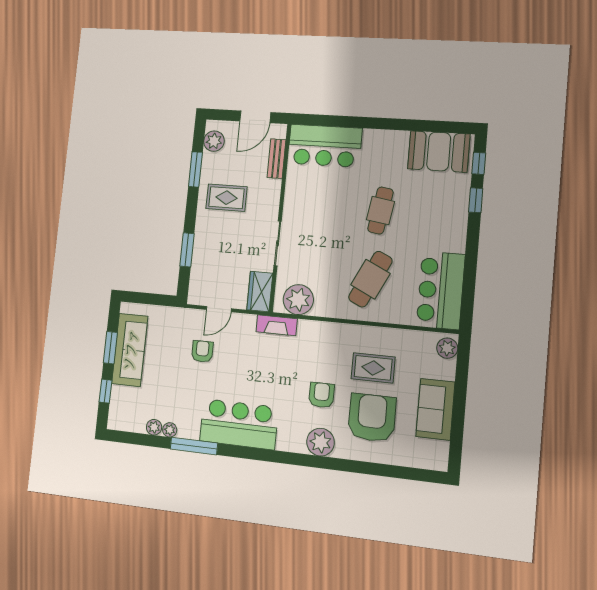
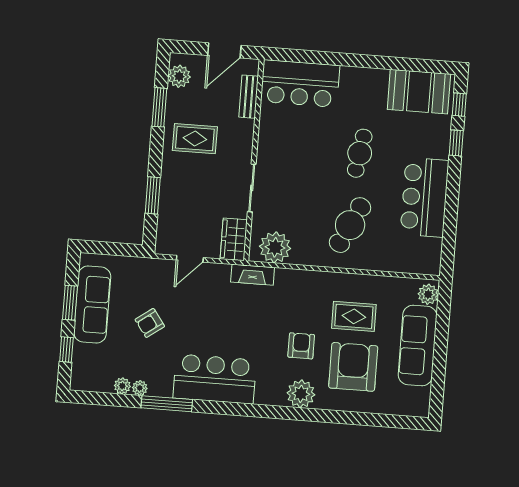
bar counter: (441, 290) -> (424, 197), moved
armchair: (202, 351) -> (150, 323), moved, turned -126
sofa: (435, 409) -> (418, 346), width x1.36

